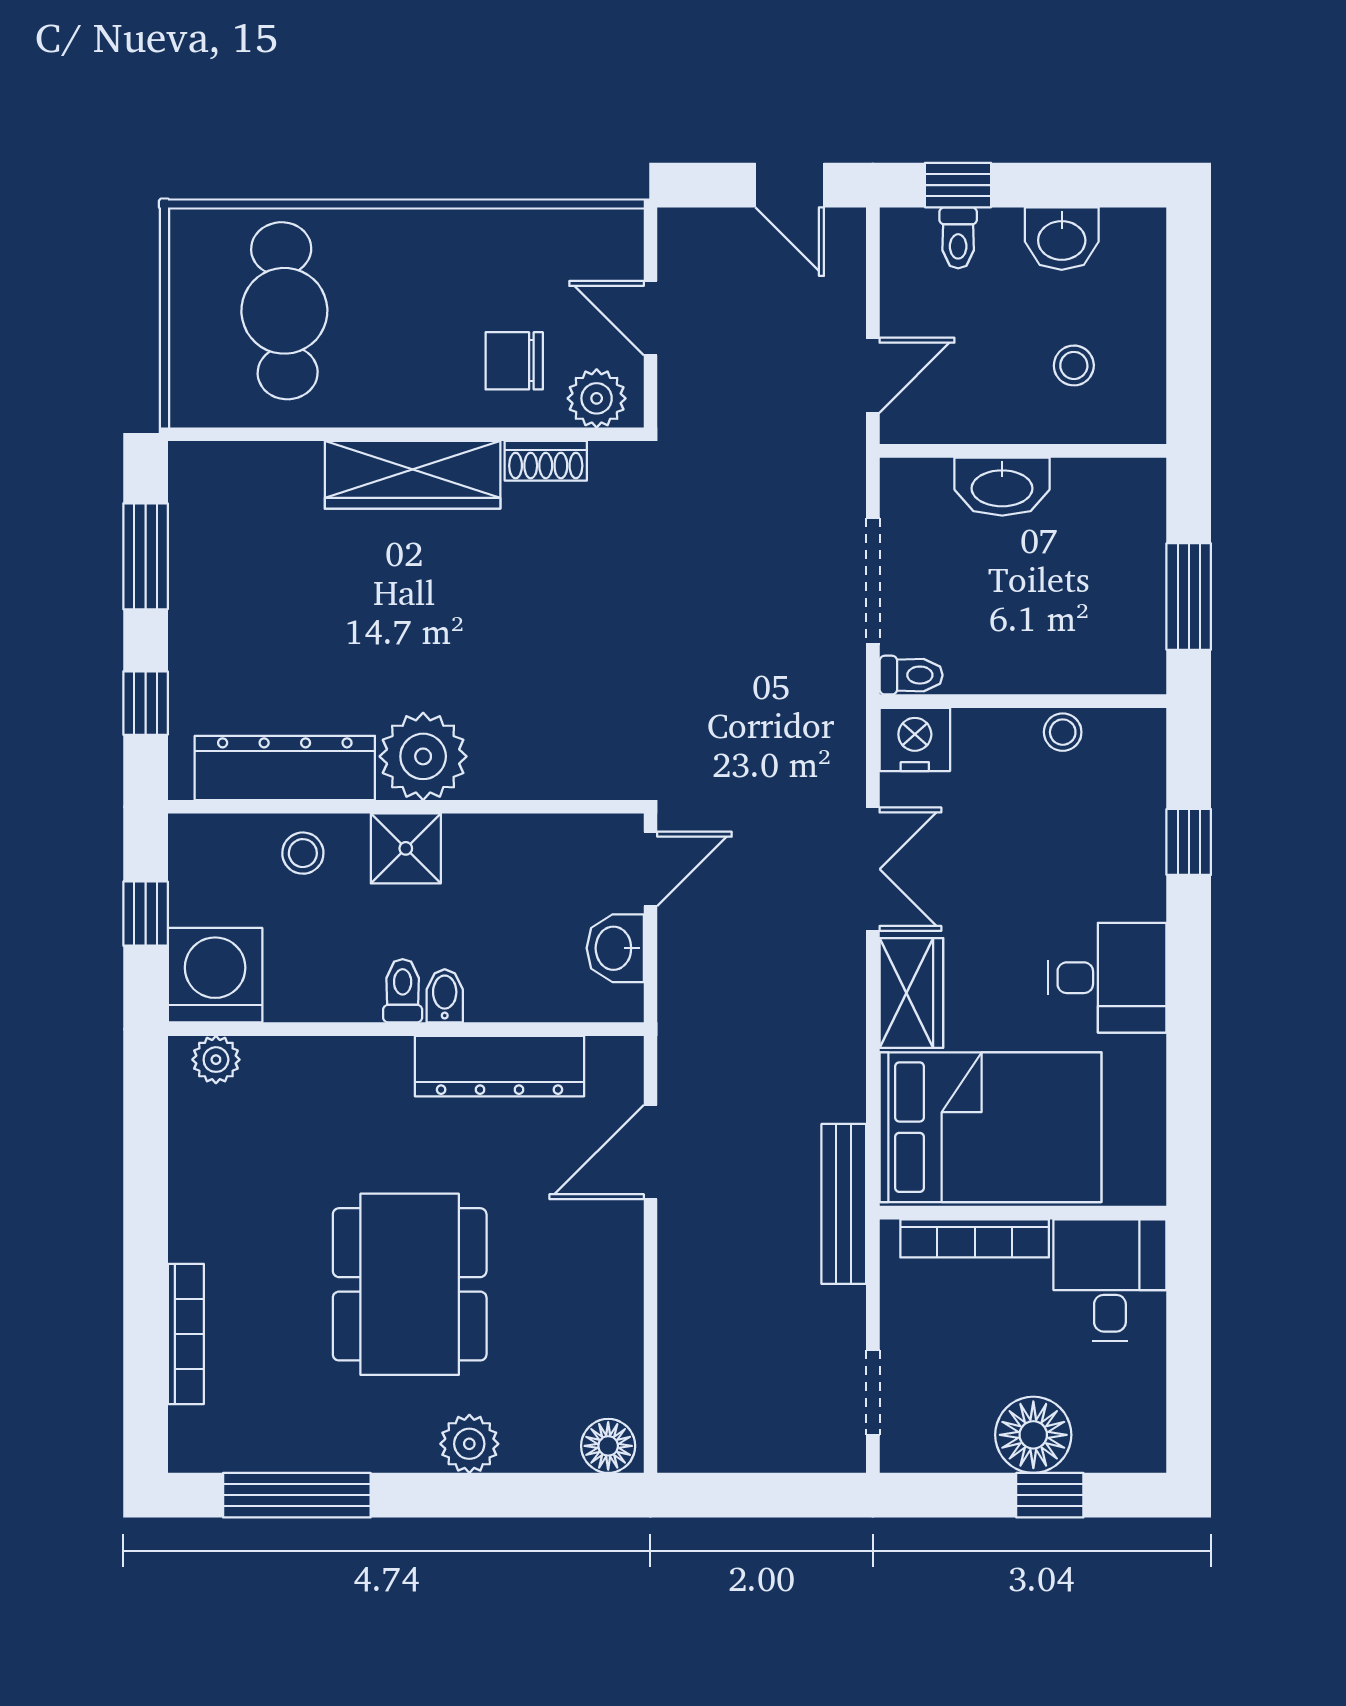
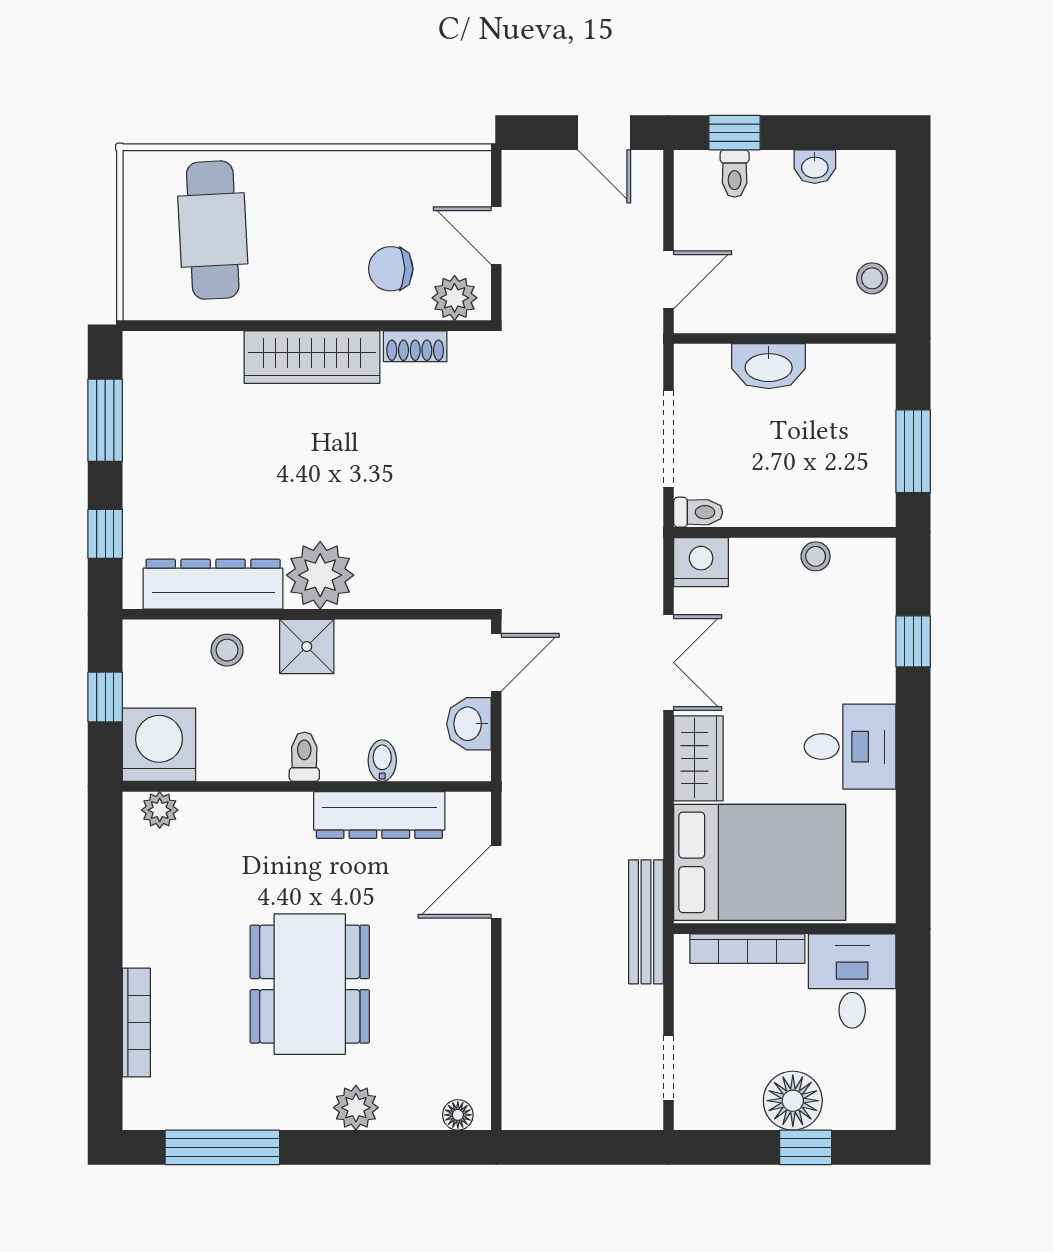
washbasin: (1062, 239) -> (815, 167), width x0.72, depth x0.69
stool: (1074, 365) -> (872, 278), moved
bidet: (445, 996) -> (382, 761), moved
floor lamp: (608, 1446) -> (458, 1115), width x0.73, depth x0.73

